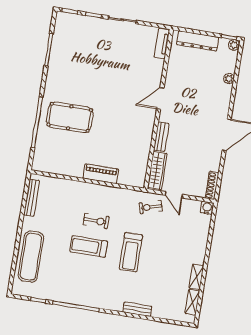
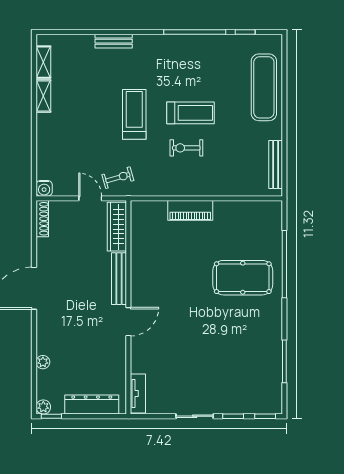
bench: (161, 137) -> (119, 279), width x1.36

